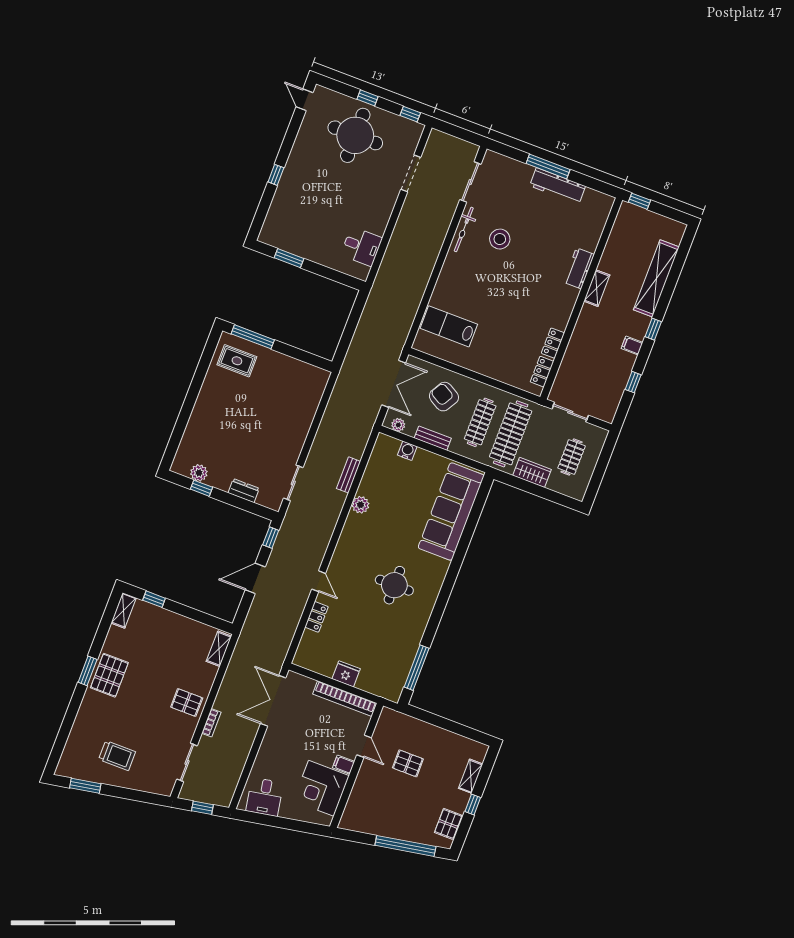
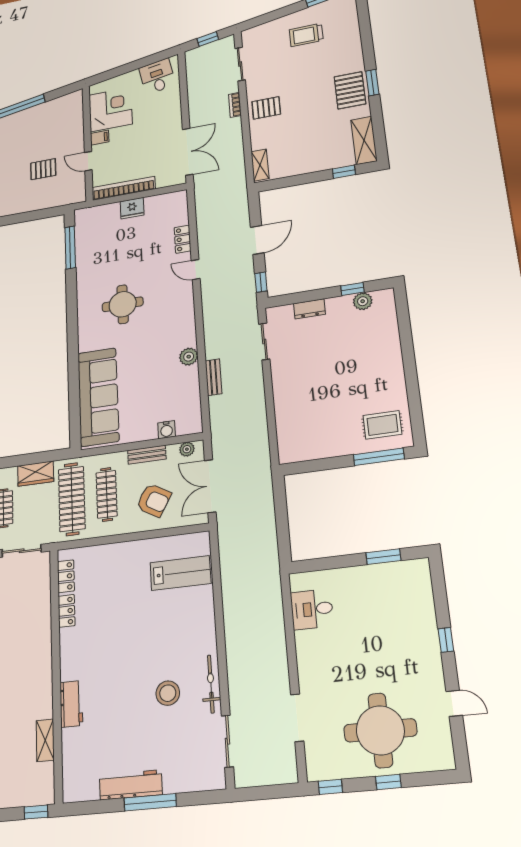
door: (304, 100) -> (454, 703), moved
shelving: (597, 288) -> (45, 740), moved
shelving: (124, 610) -> (364, 140), width x1.50, depth x1.33

